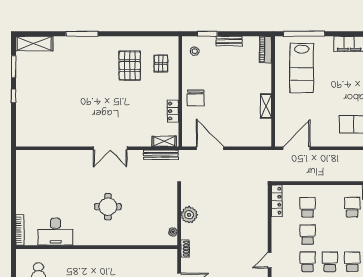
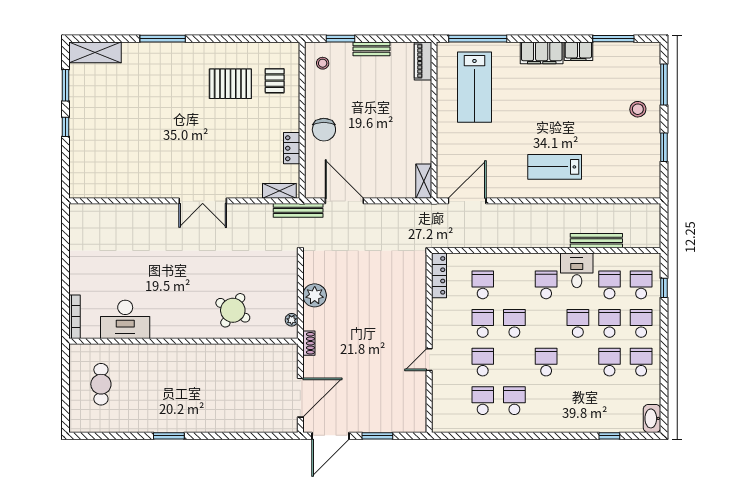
pallet: (130, 66) -> (230, 84), turned 90
shelving: (266, 106) -> (424, 181), moved
bench: (161, 155) -> (298, 210), moved
round table: (108, 207) -> (233, 310), moved, turned 31
school desk: (330, 262) -> (514, 323), moved

